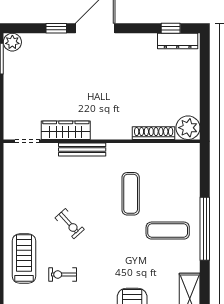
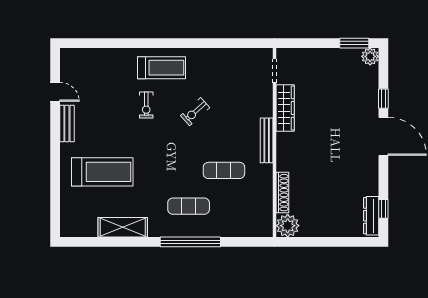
bench: (82, 149) -> (267, 140), moved
exercise mat: (168, 231) -> (189, 206), turned 90
exercise bike: (63, 274) -> (146, 105), turned 180

